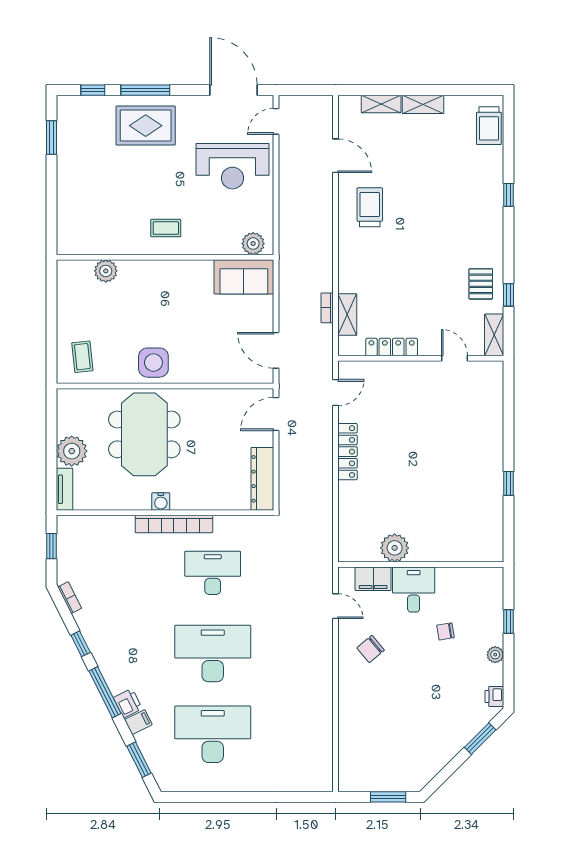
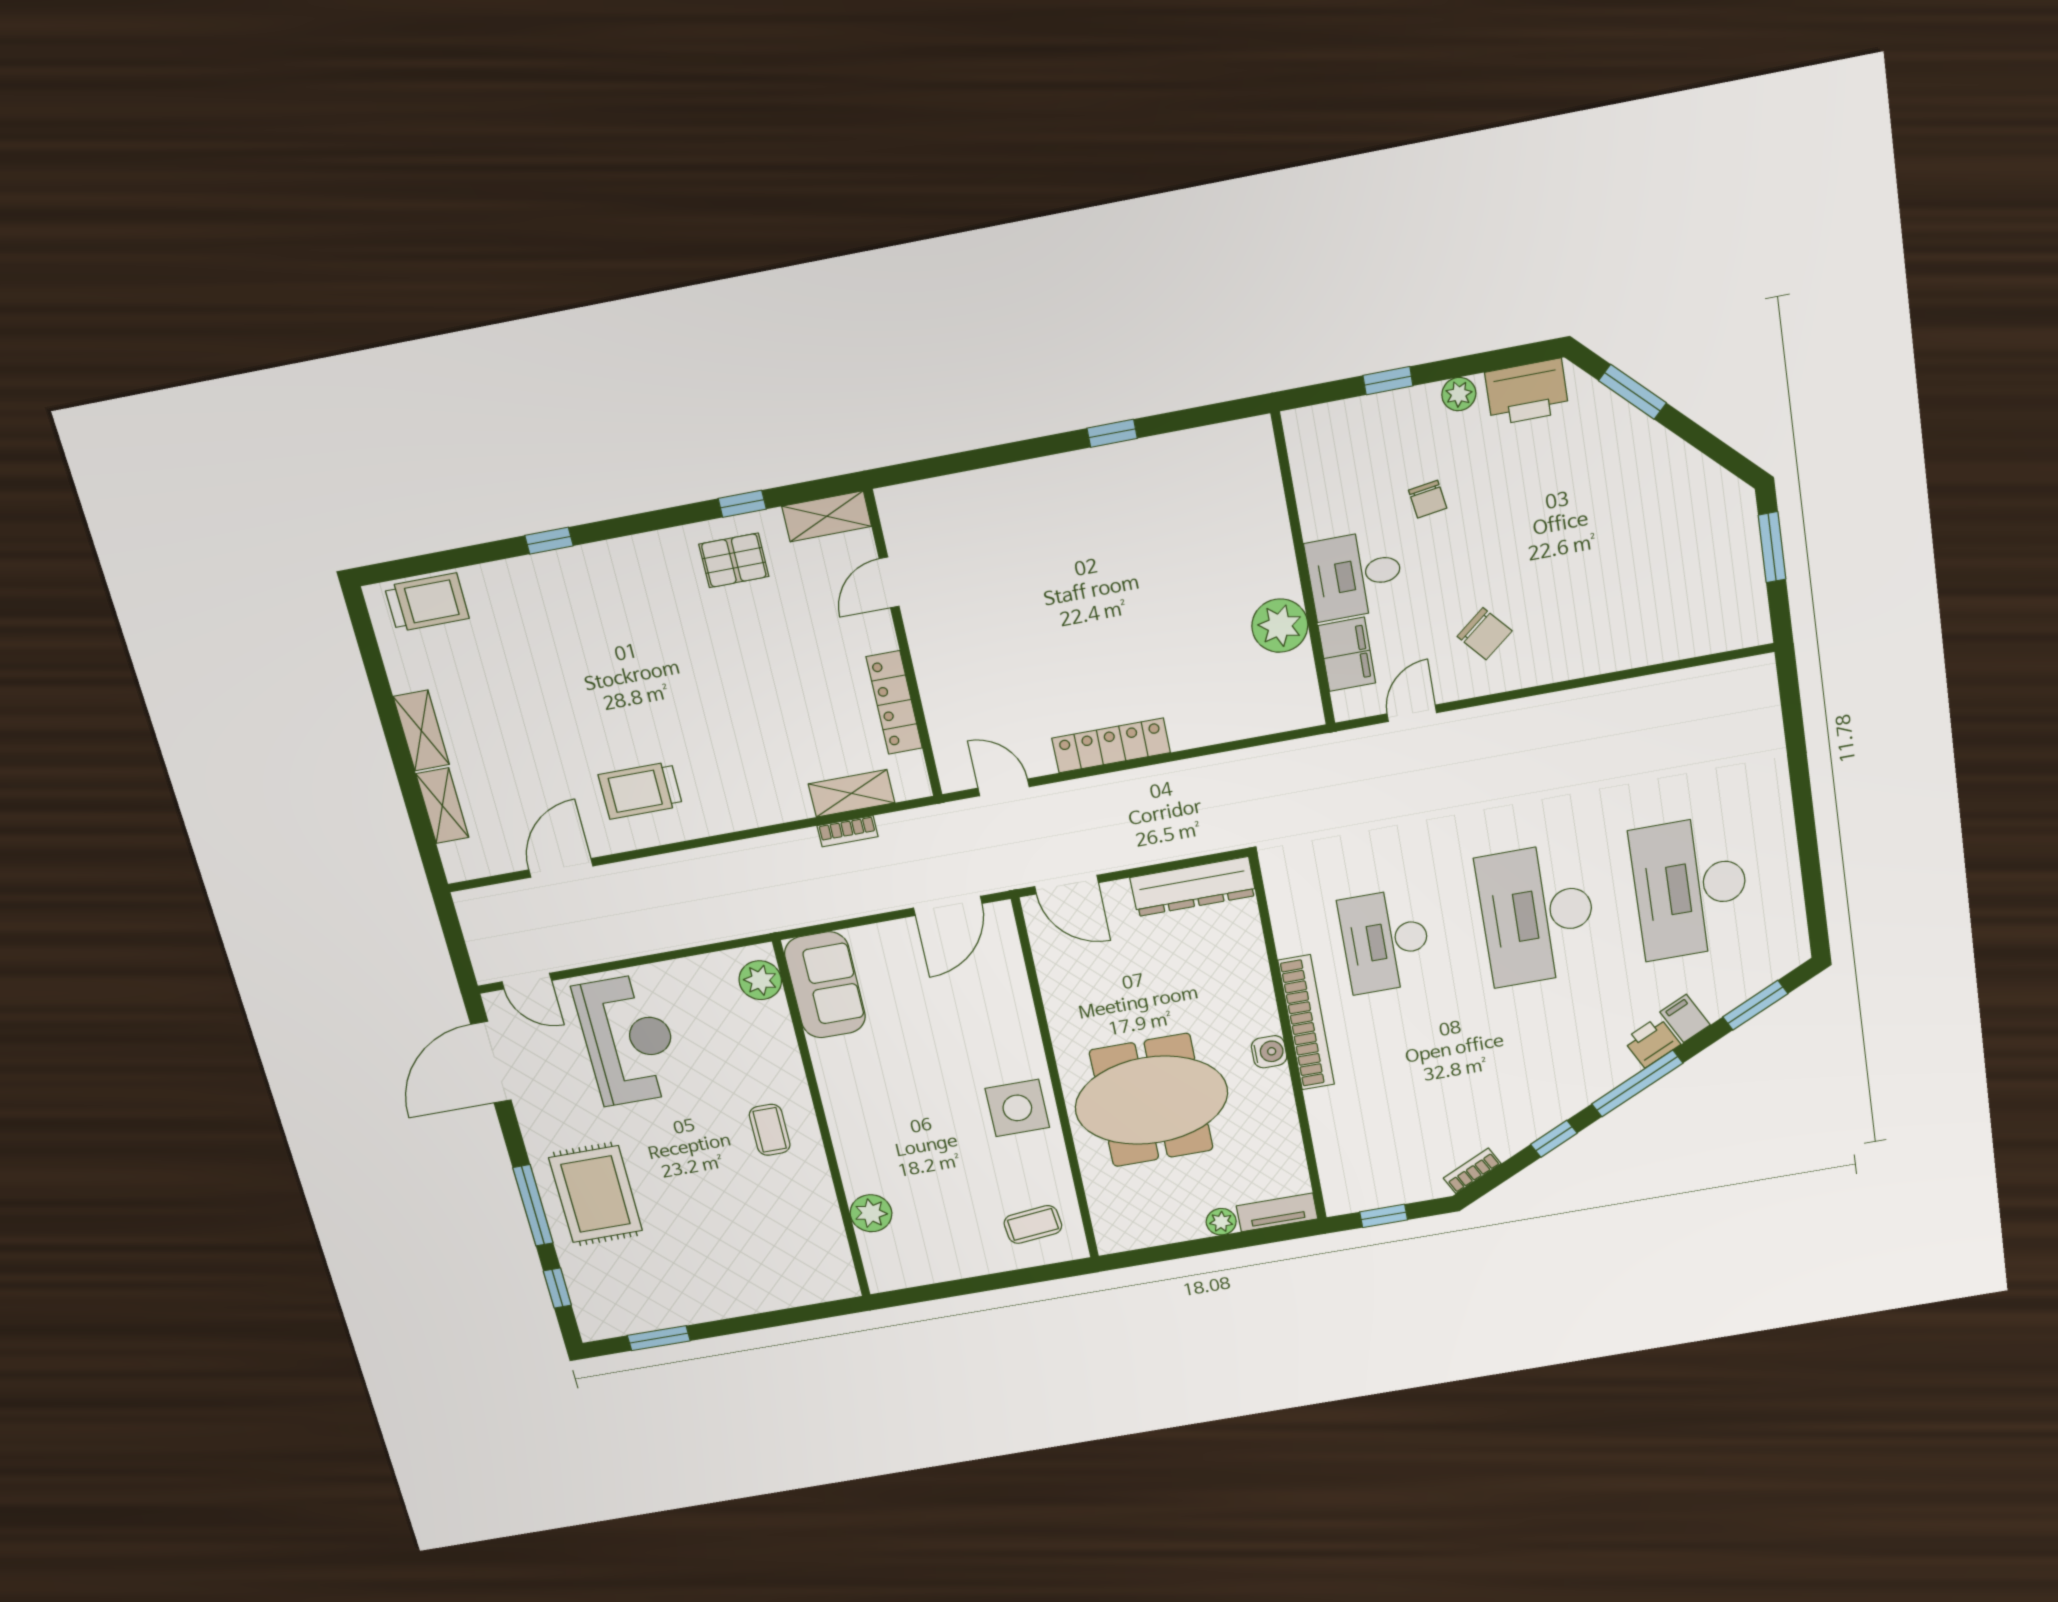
plant: (72, 451) -> (1221, 1222), width x0.53, depth x0.53
printer: (494, 696) -> (1527, 392), width x1.87, depth x1.48

